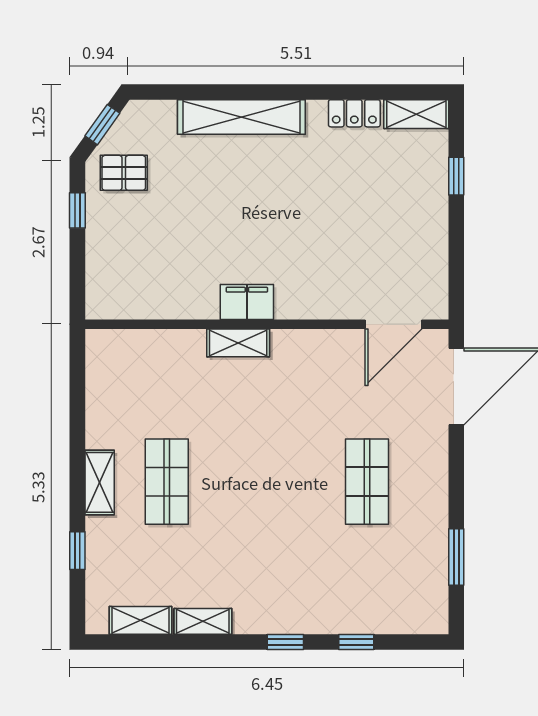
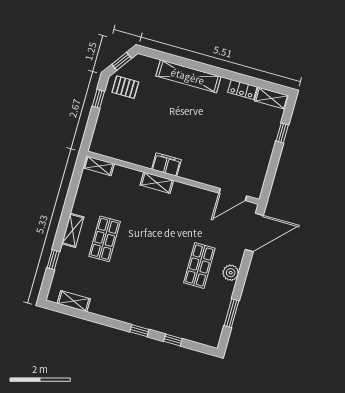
plant: (432, 478) -> (231, 273), added
shelving: (203, 621) -> (99, 166), moved

